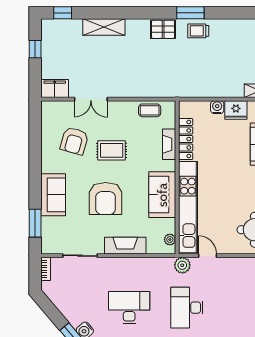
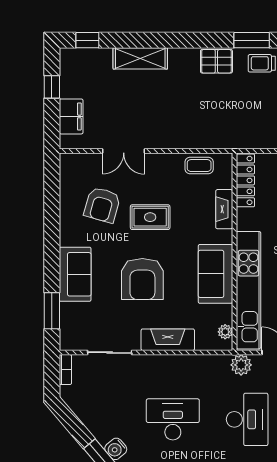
filing cabinet: (55, 89) -> (71, 116), moved, turned 90
locker: (186, 139) -> (245, 180), moved
desk: (187, 308) -> (247, 419), turned 180

